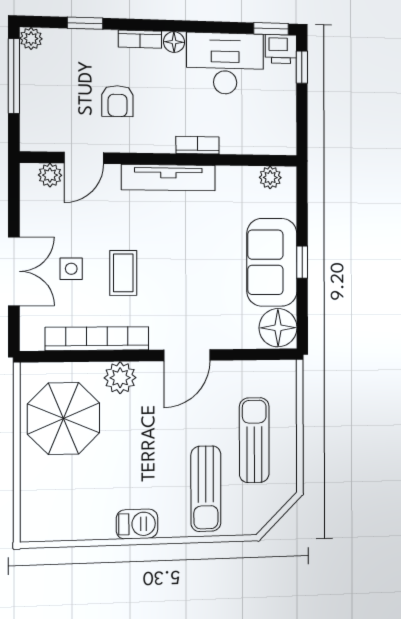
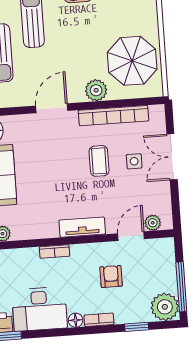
plant: (31, 39) -> (165, 307), width x1.87, depth x1.87
tv unit: (168, 178) -> (82, 227), width x0.71

